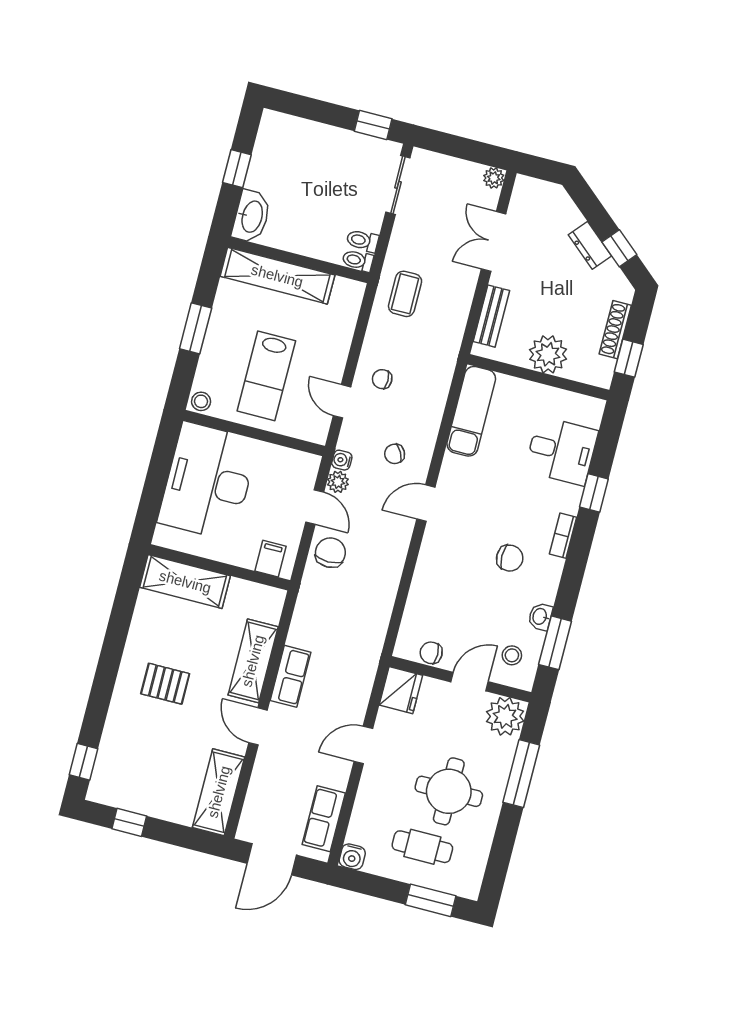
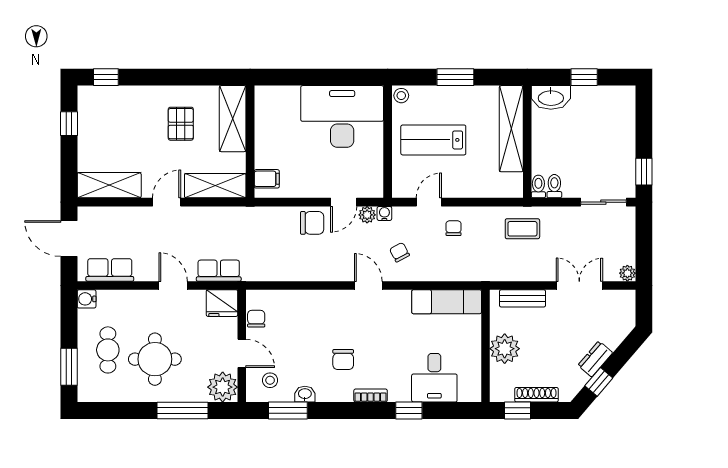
filing cabinet: (271, 559) -> (267, 179), moved
wall: (219, 567) -> (250, 142), moved
shelving: (185, 582) -> (233, 119), moved
row of seats: (291, 676) -> (219, 271), moved, turned 180

